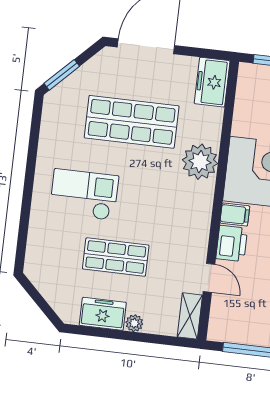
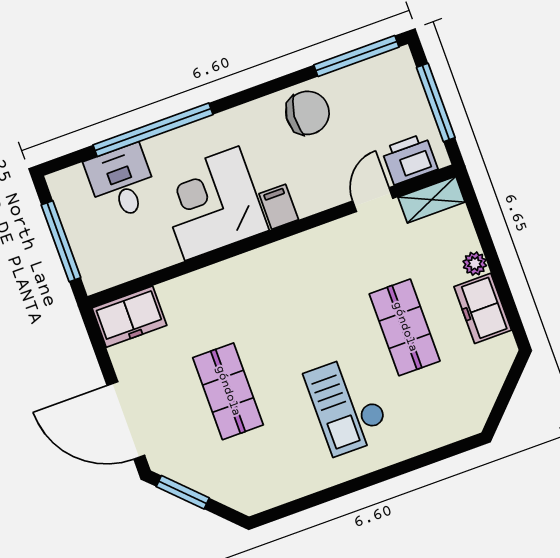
window: (62, 75) -> (183, 492), moved
shop shelf: (132, 122) -> (228, 391), width x0.70, depth x0.74
plant: (200, 162) -> (235, 282), removed
printer: (232, 243) -> (410, 159), moved

